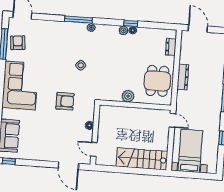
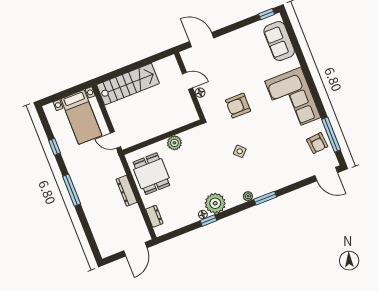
window: (79, 20) -> (265, 198), width x0.69
door: (198, 29) -> (135, 249), hinge flipped
plant: (123, 30) -> (215, 203), width x1.88, depth x1.88
door: (94, 149) -> (187, 81), moved

